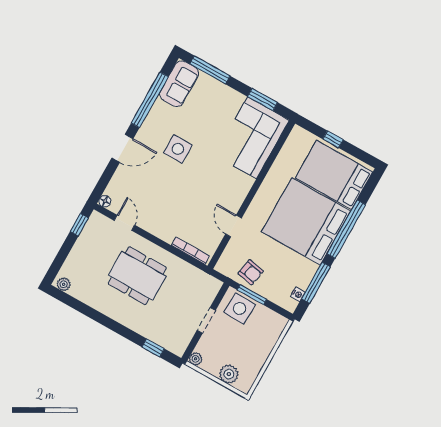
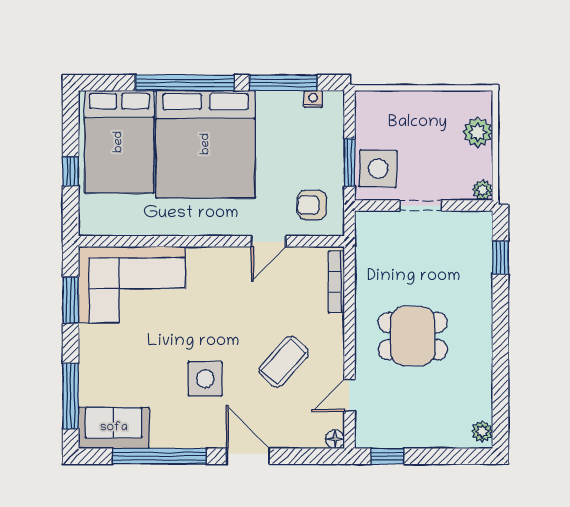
coffee table: (163, 197) -> (284, 362), added
armchair: (251, 272) -> (312, 205), moved, turned -101
dining table: (137, 276) -> (413, 336), width x0.73

